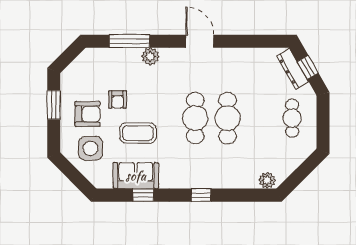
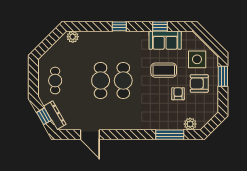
door: (200, 41) -> (90, 135), moved
plant: (150, 56) -> (190, 124), moved
window: (54, 105) -> (223, 76), moved

